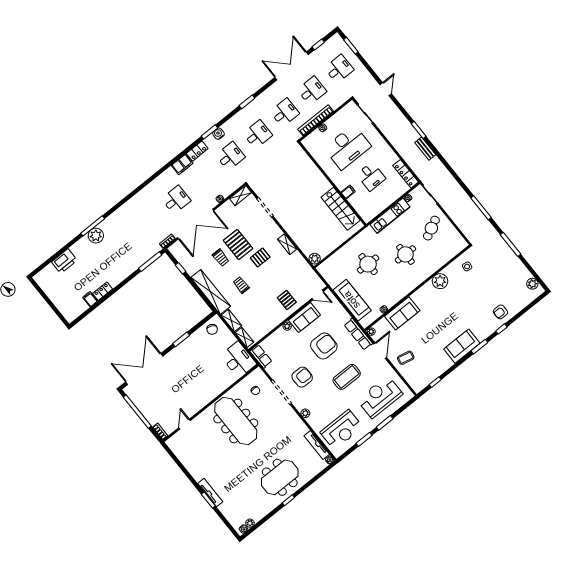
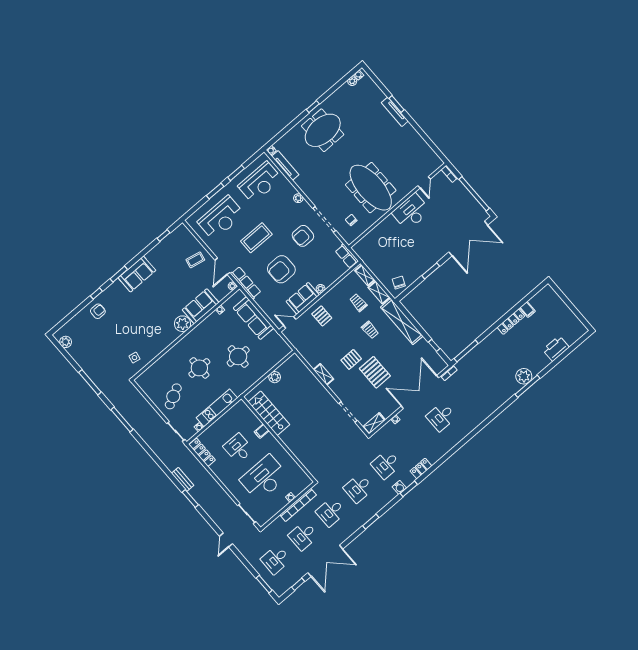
filing cabinet: (182, 164) -> (436, 454), removed
trolley: (221, 258) -> (358, 303), moved
plant: (315, 259) -> (275, 377), moved
plant: (440, 281) -> (183, 324), moved
locker: (103, 291) -> (511, 322), width x1.53
desk: (238, 360) -> (411, 212), moved, turned 90
reception desk: (341, 430) -> (260, 182), turned 180

